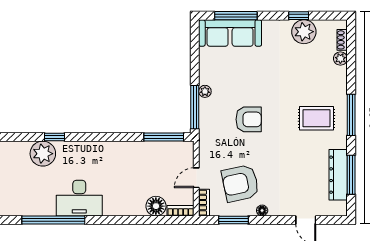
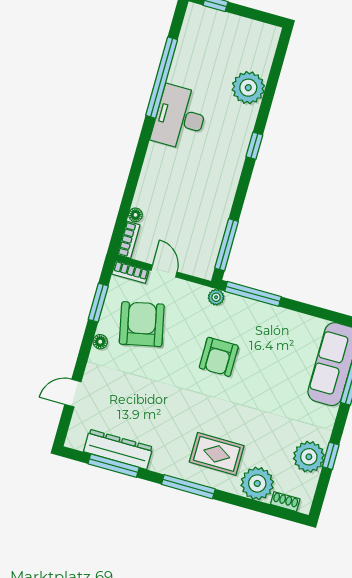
plant: (340, 59) -> (257, 483), width x1.88, depth x1.88
plant: (205, 91) -> (216, 297), moved
rug: (316, 118) -> (217, 454), moved, turned 90
window: (54, 137) -> (254, 146), moved
floor lamp: (156, 206) -> (135, 215), width x0.53, depth x0.53

